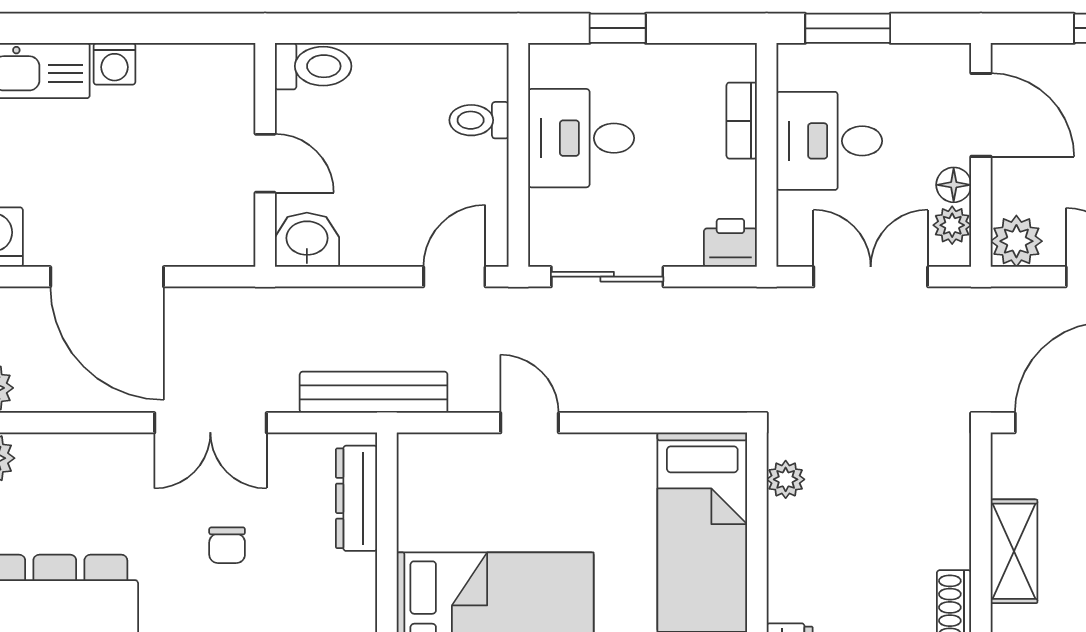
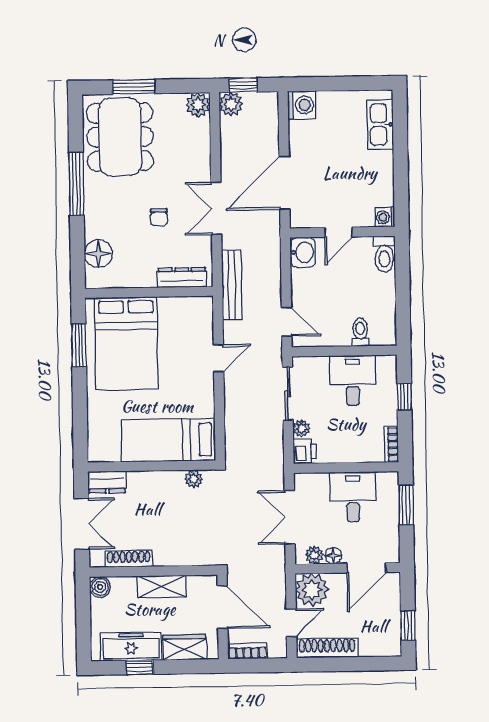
washing machine: (114, 64) -> (385, 217), moved
bookcase: (742, 121) -> (391, 444), moved, turned -90
plant: (1016, 241) -> (312, 590), width x1.36, depth x1.36
plant: (682, 249) -> (301, 428), added
door: (107, 277) -> (284, 183), moved
double door: (871, 277) -> (290, 517), swing flipped
chair: (227, 545) -> (159, 217), turned -90

